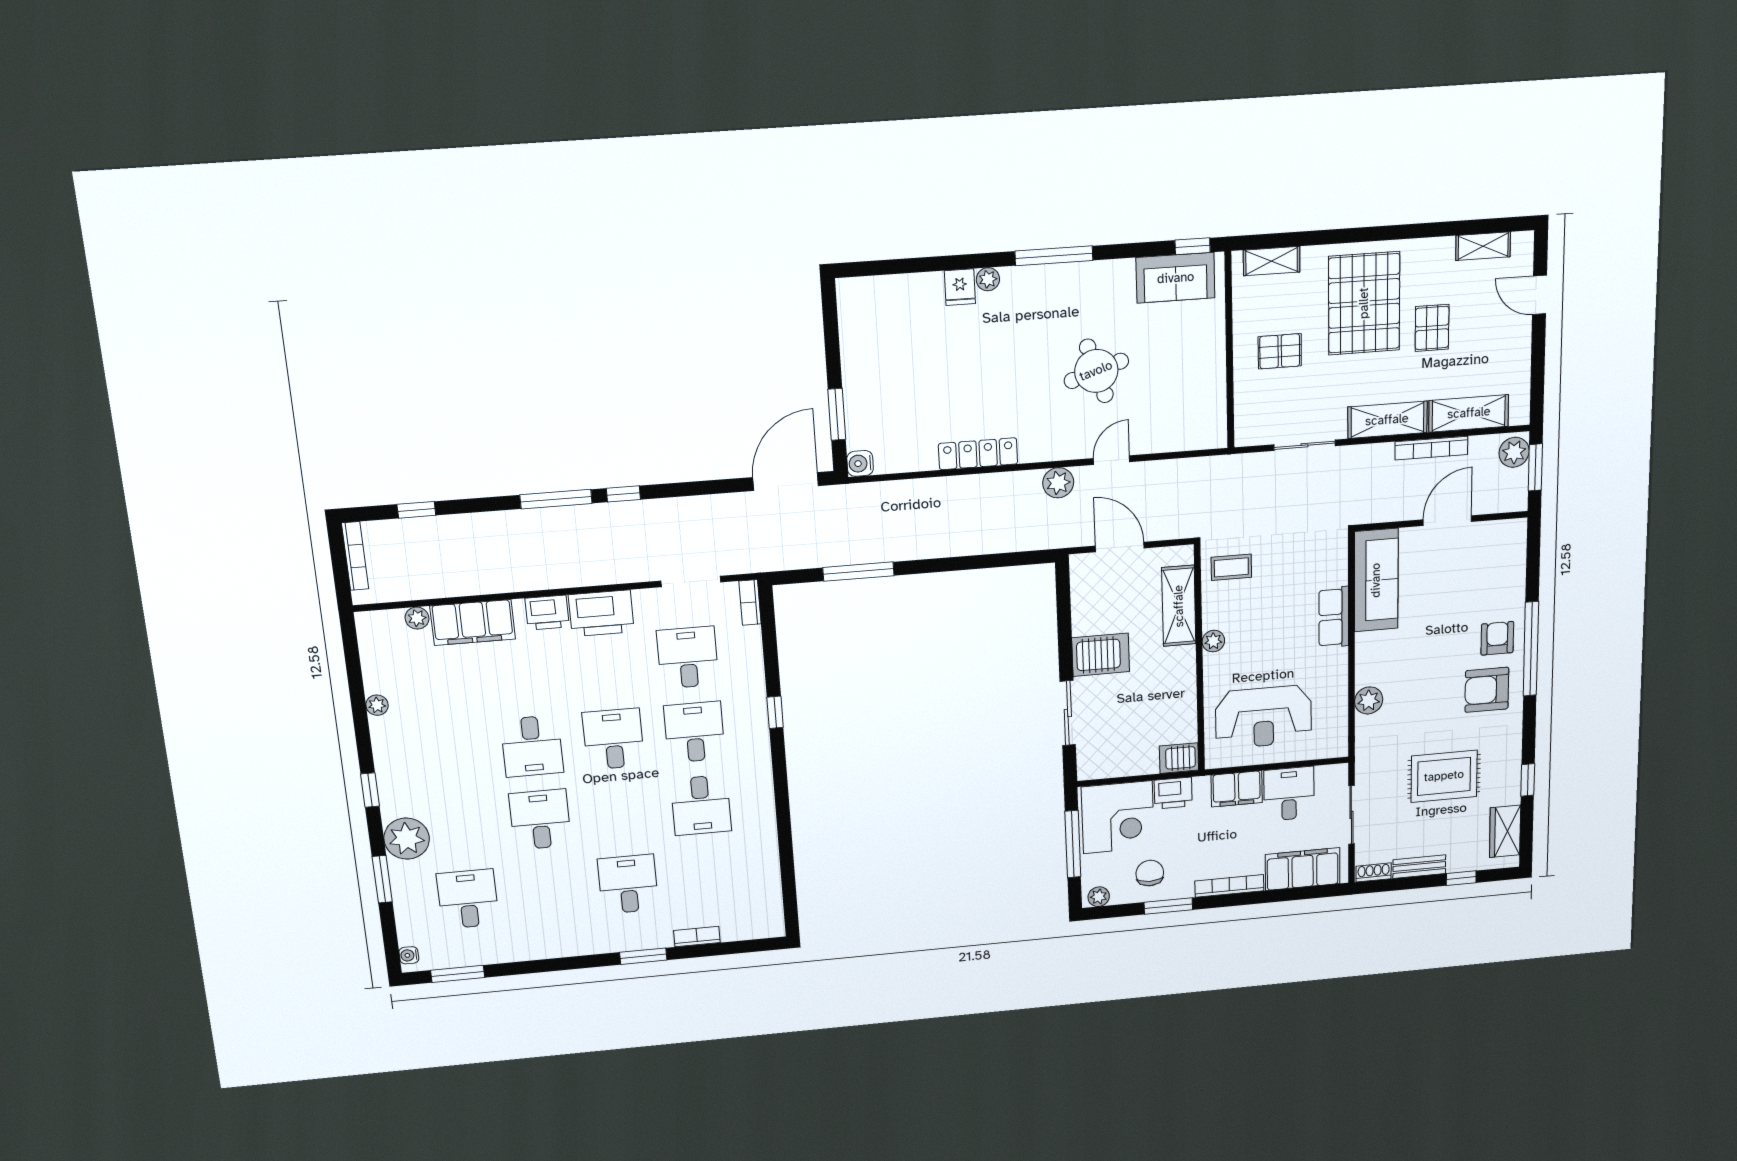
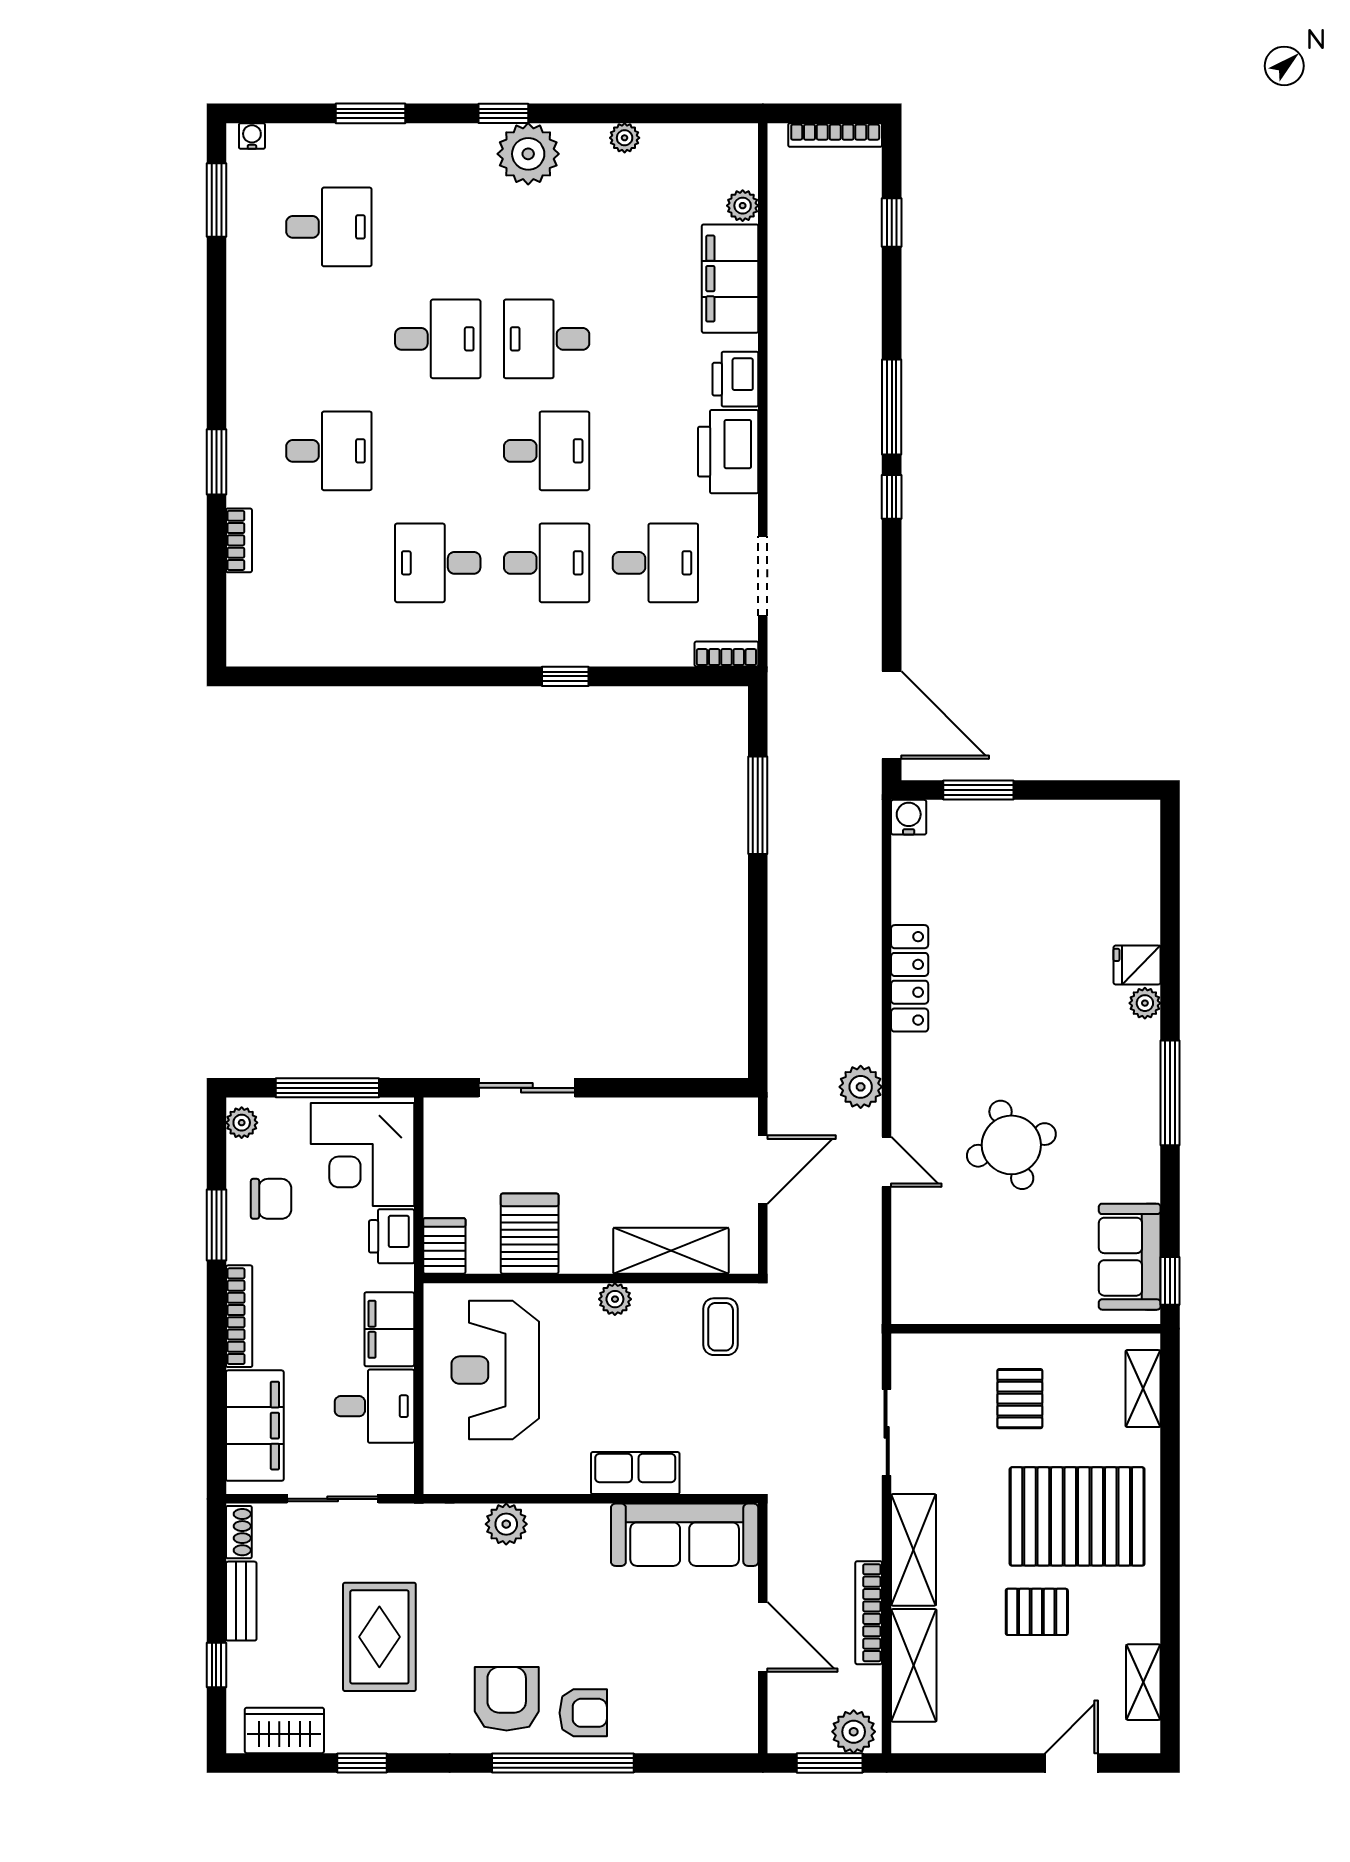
server rack: (1101, 655) -> (530, 1234), moved, turned 180
plant: (407, 839) -> (528, 154), moved

